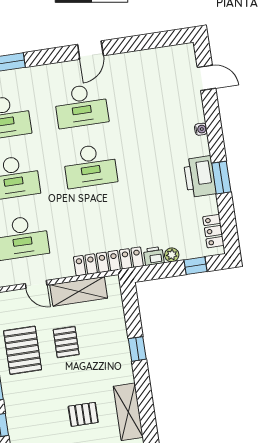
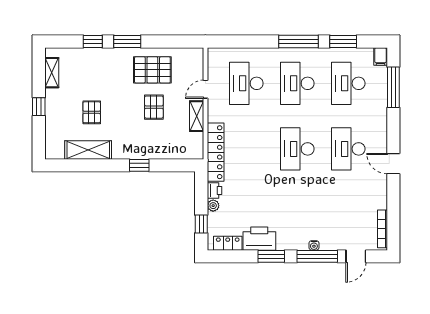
bookcase: (169, 51) -> (382, 229), added
window: (213, 123) -> (317, 256), added
printer: (200, 177) -> (259, 239), moved
shelving: (79, 291) -> (197, 116), width x0.67, depth x0.75
pallet: (66, 342) -> (154, 107), turned 90

